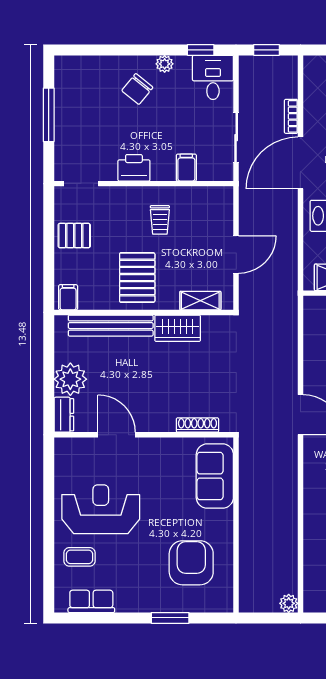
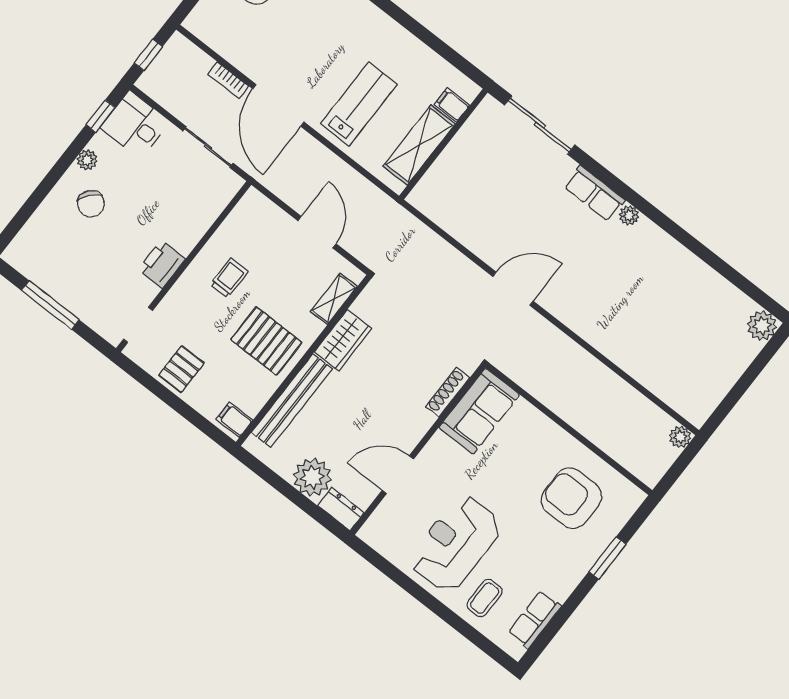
filing cabinet: (186, 168) -> (200, 215), removed
trolley: (160, 220) -> (229, 278), turned -90
sofa: (215, 476) -> (479, 411), moved, turned -90

